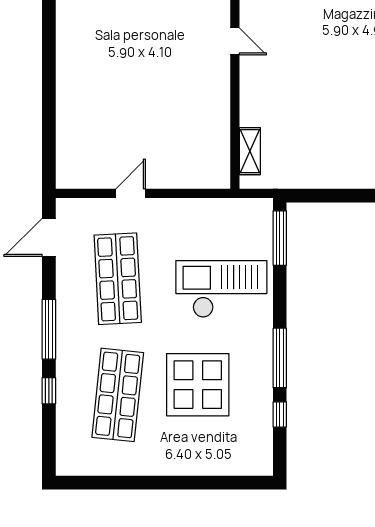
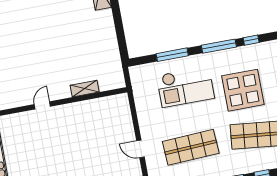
shelving: (250, 151) -> (85, 89), moved
window: (280, 238) -> (172, 55), moved
checkout: (221, 289) -> (186, 87), turned -90

